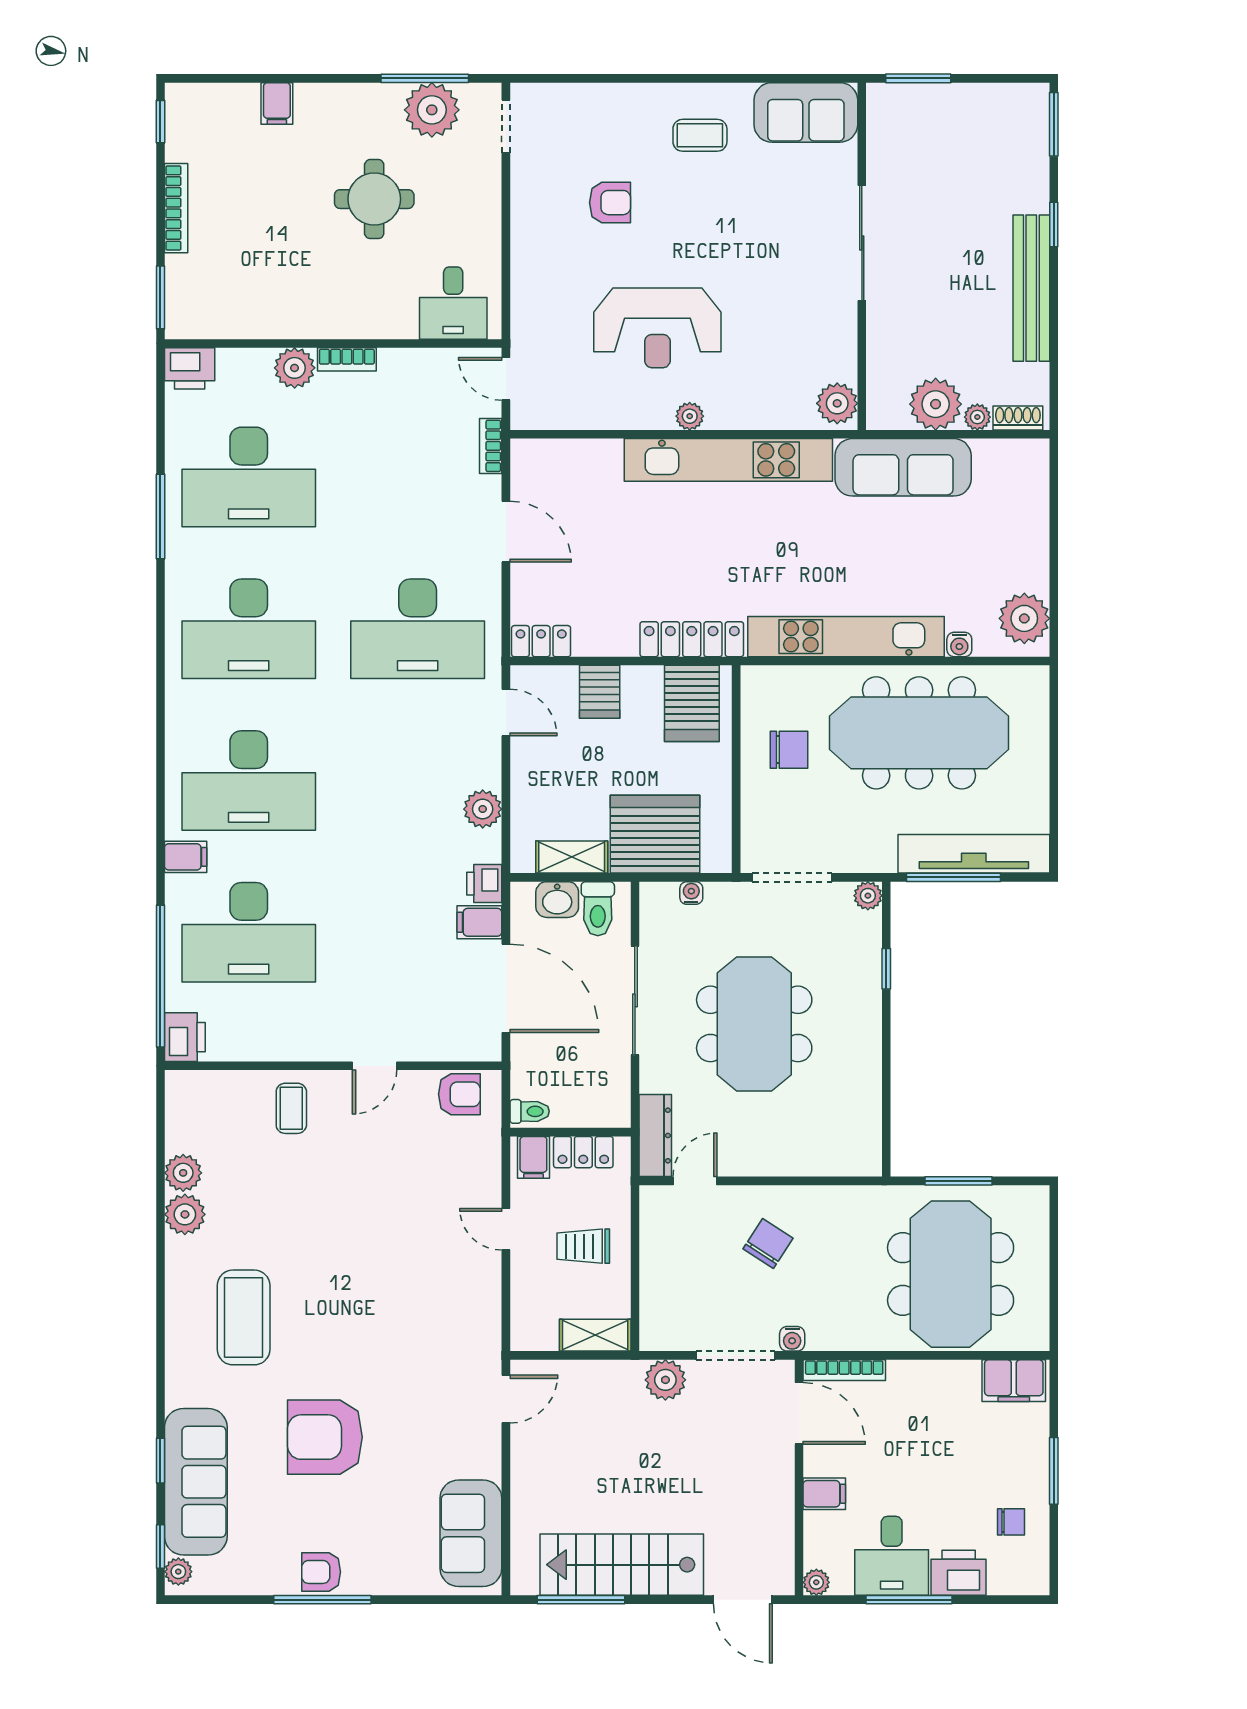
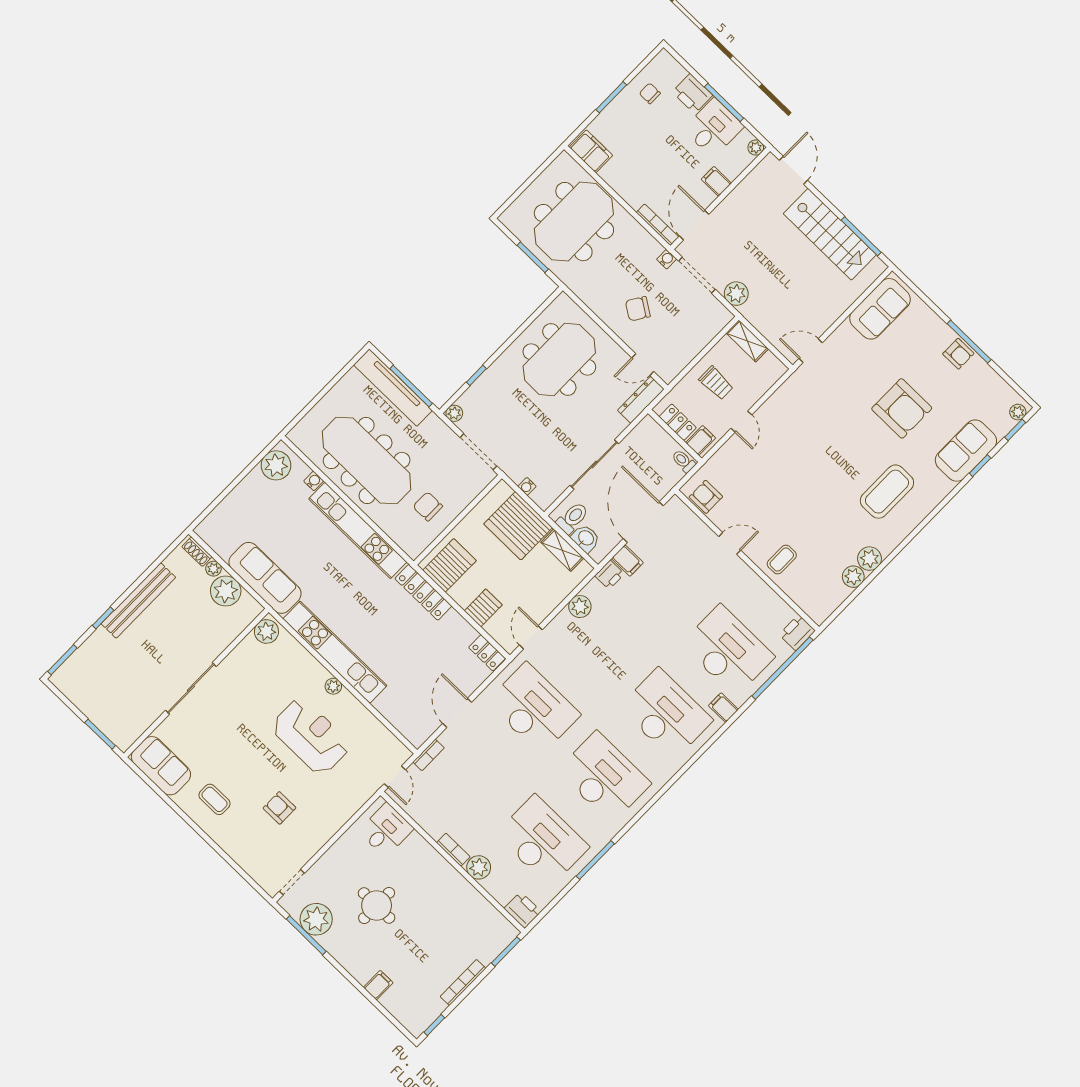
meeting table: (754, 1024) -> (559, 359), moved
sofa: (196, 1482) -> (966, 451), width x0.73

